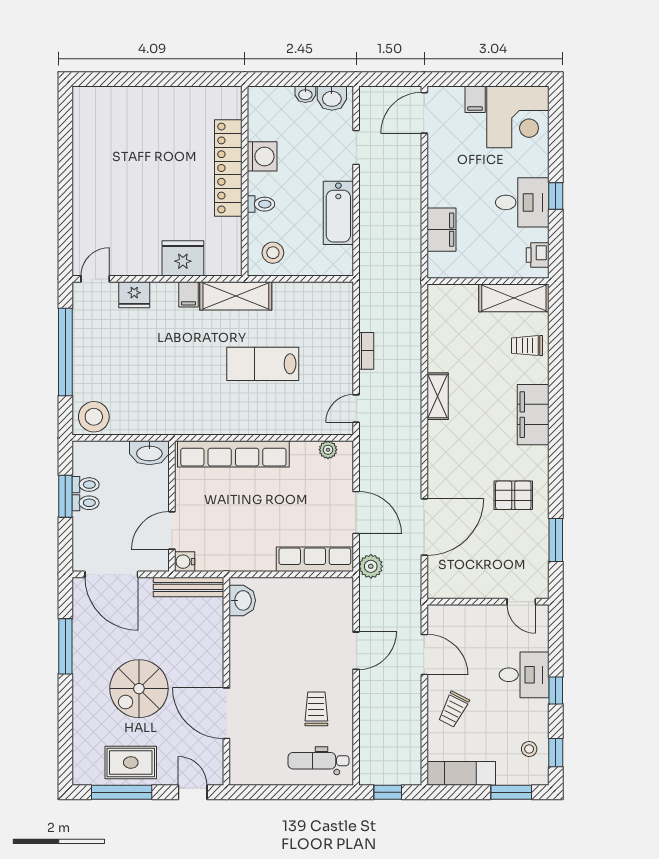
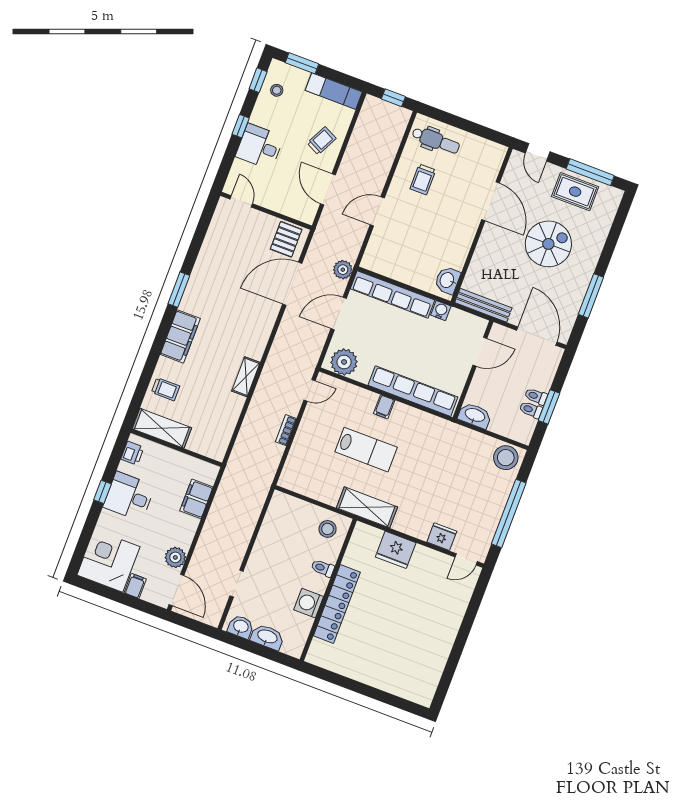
washbasin: (305, 94) -> (267, 637), width x1.91, depth x1.45
door: (424, 113) -> (176, 590), hinge flipped
plant: (440, 151) -> (175, 557), added
bathtub: (338, 213) -> (268, 540), removed
filing cabinet: (189, 294) -> (384, 407), moved, turned 180
plant: (328, 450) -> (344, 362), width x1.88, depth x1.88
pallet: (513, 495) -> (286, 239), moved, turned 90
door: (356, 512) -> (339, 314), hinge flipped
window: (556, 540) -> (179, 290), moved
row of seats: (315, 559) -> (393, 294), width x1.36
water cooler: (185, 562) -> (441, 311), moved, turned -90

